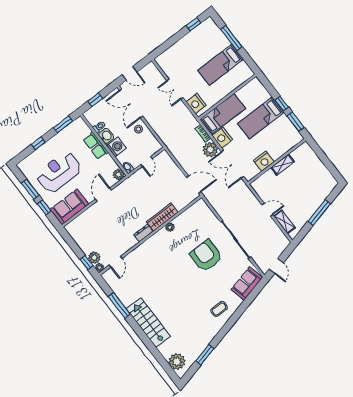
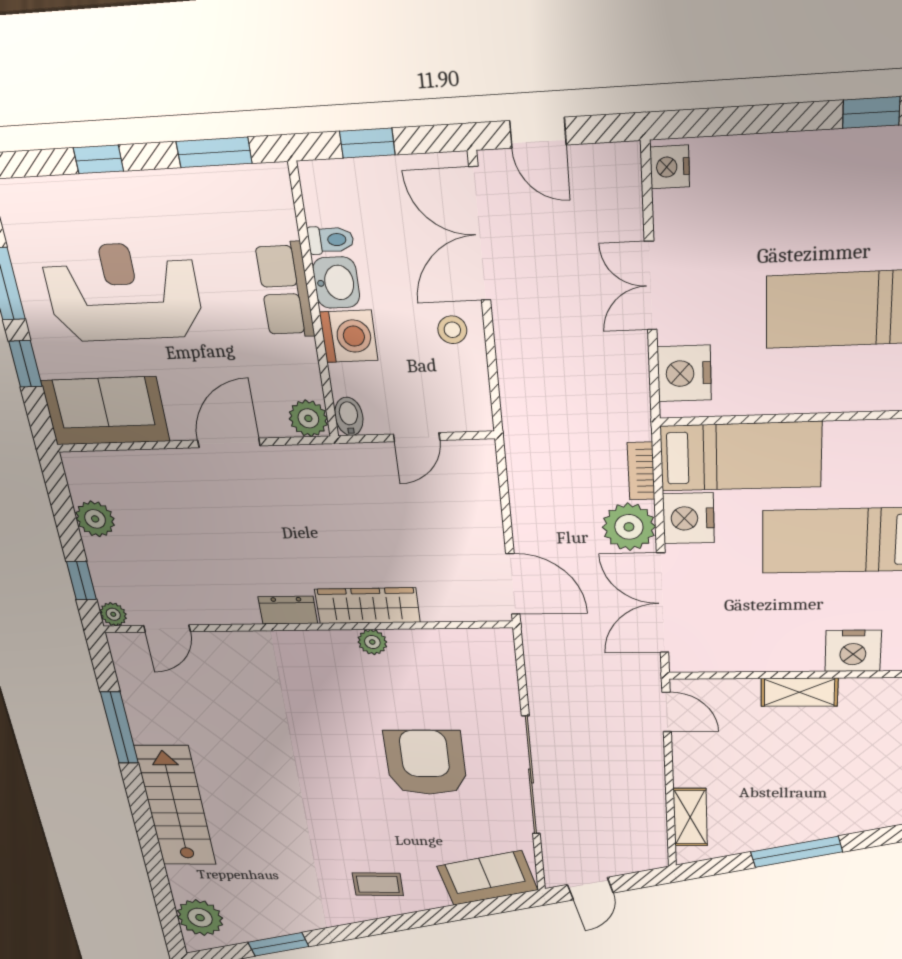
nightstand: (161, 62) -> (670, 167), added
nightstand: (264, 161) -> (853, 651), moved
door: (267, 210) -> (667, 712), moved
plant: (94, 258) -> (95, 519), moved

